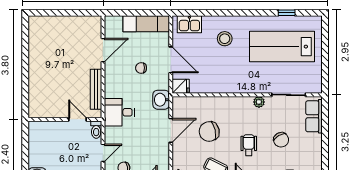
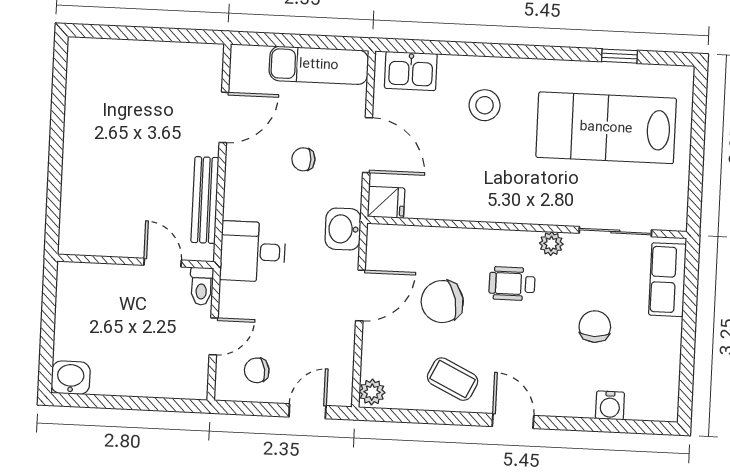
chair: (281, 140) -> (595, 327), turned -150
wheelchair: (249, 145) -> (512, 284), moved, turned -90

